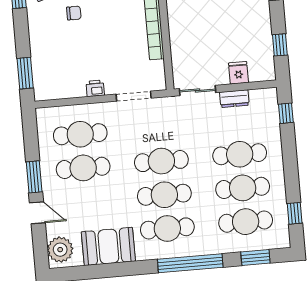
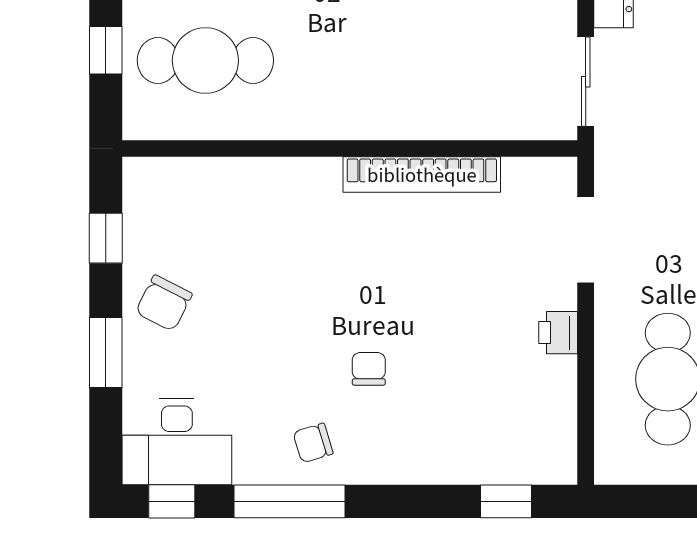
window: (25, 73) -> (506, 501), width x0.67

